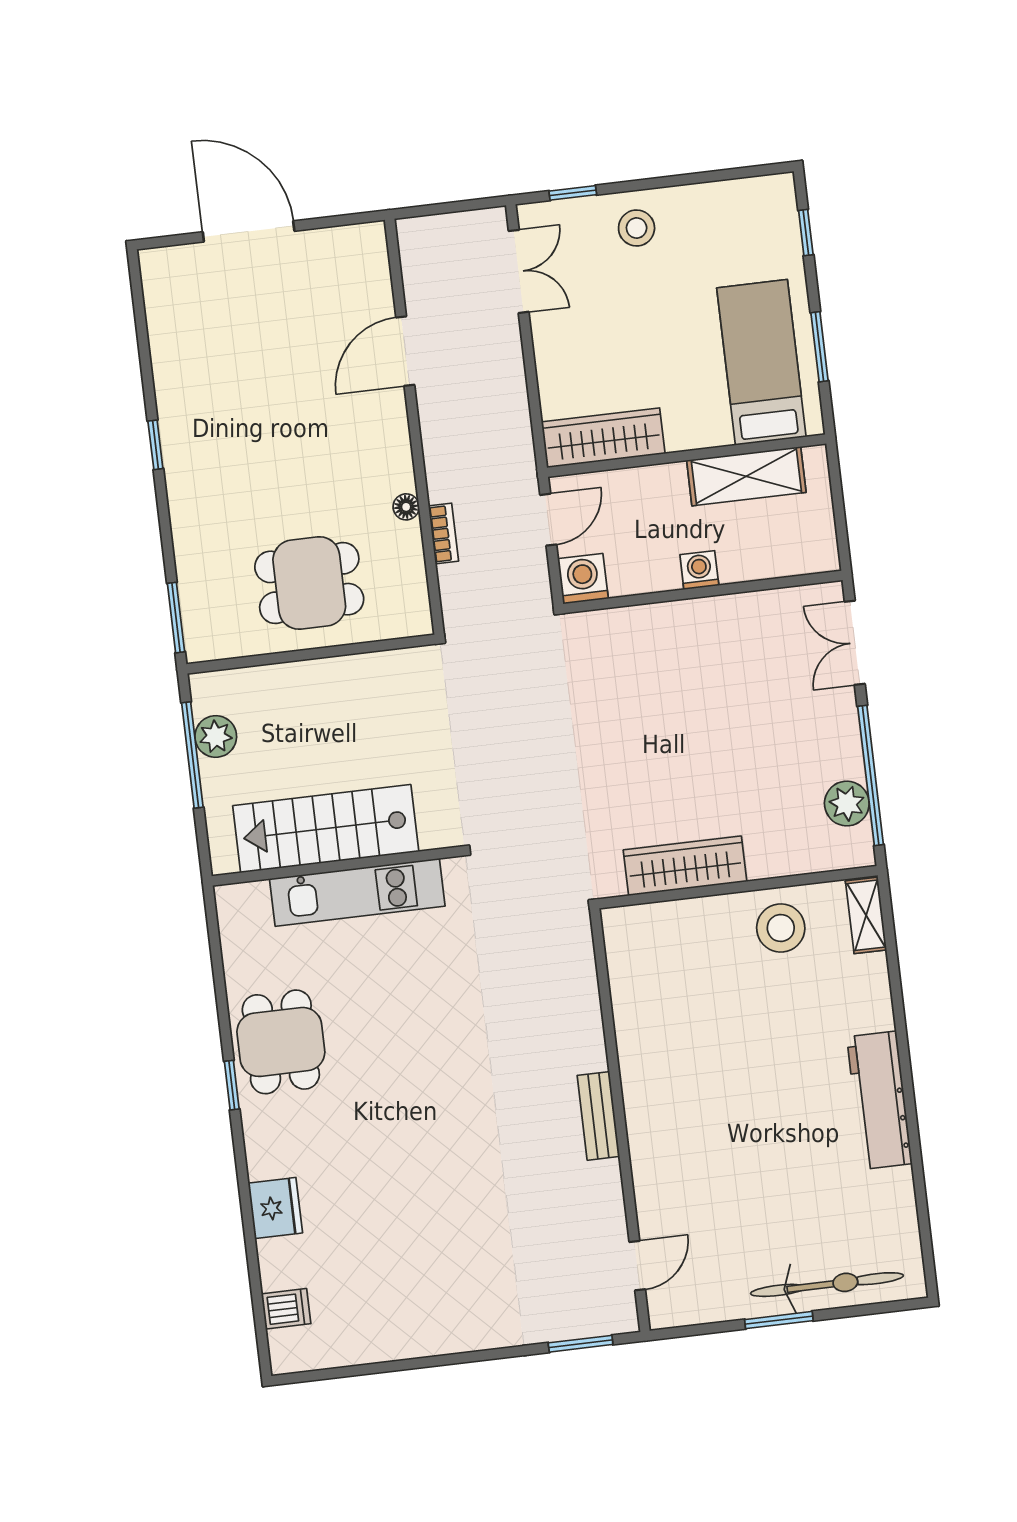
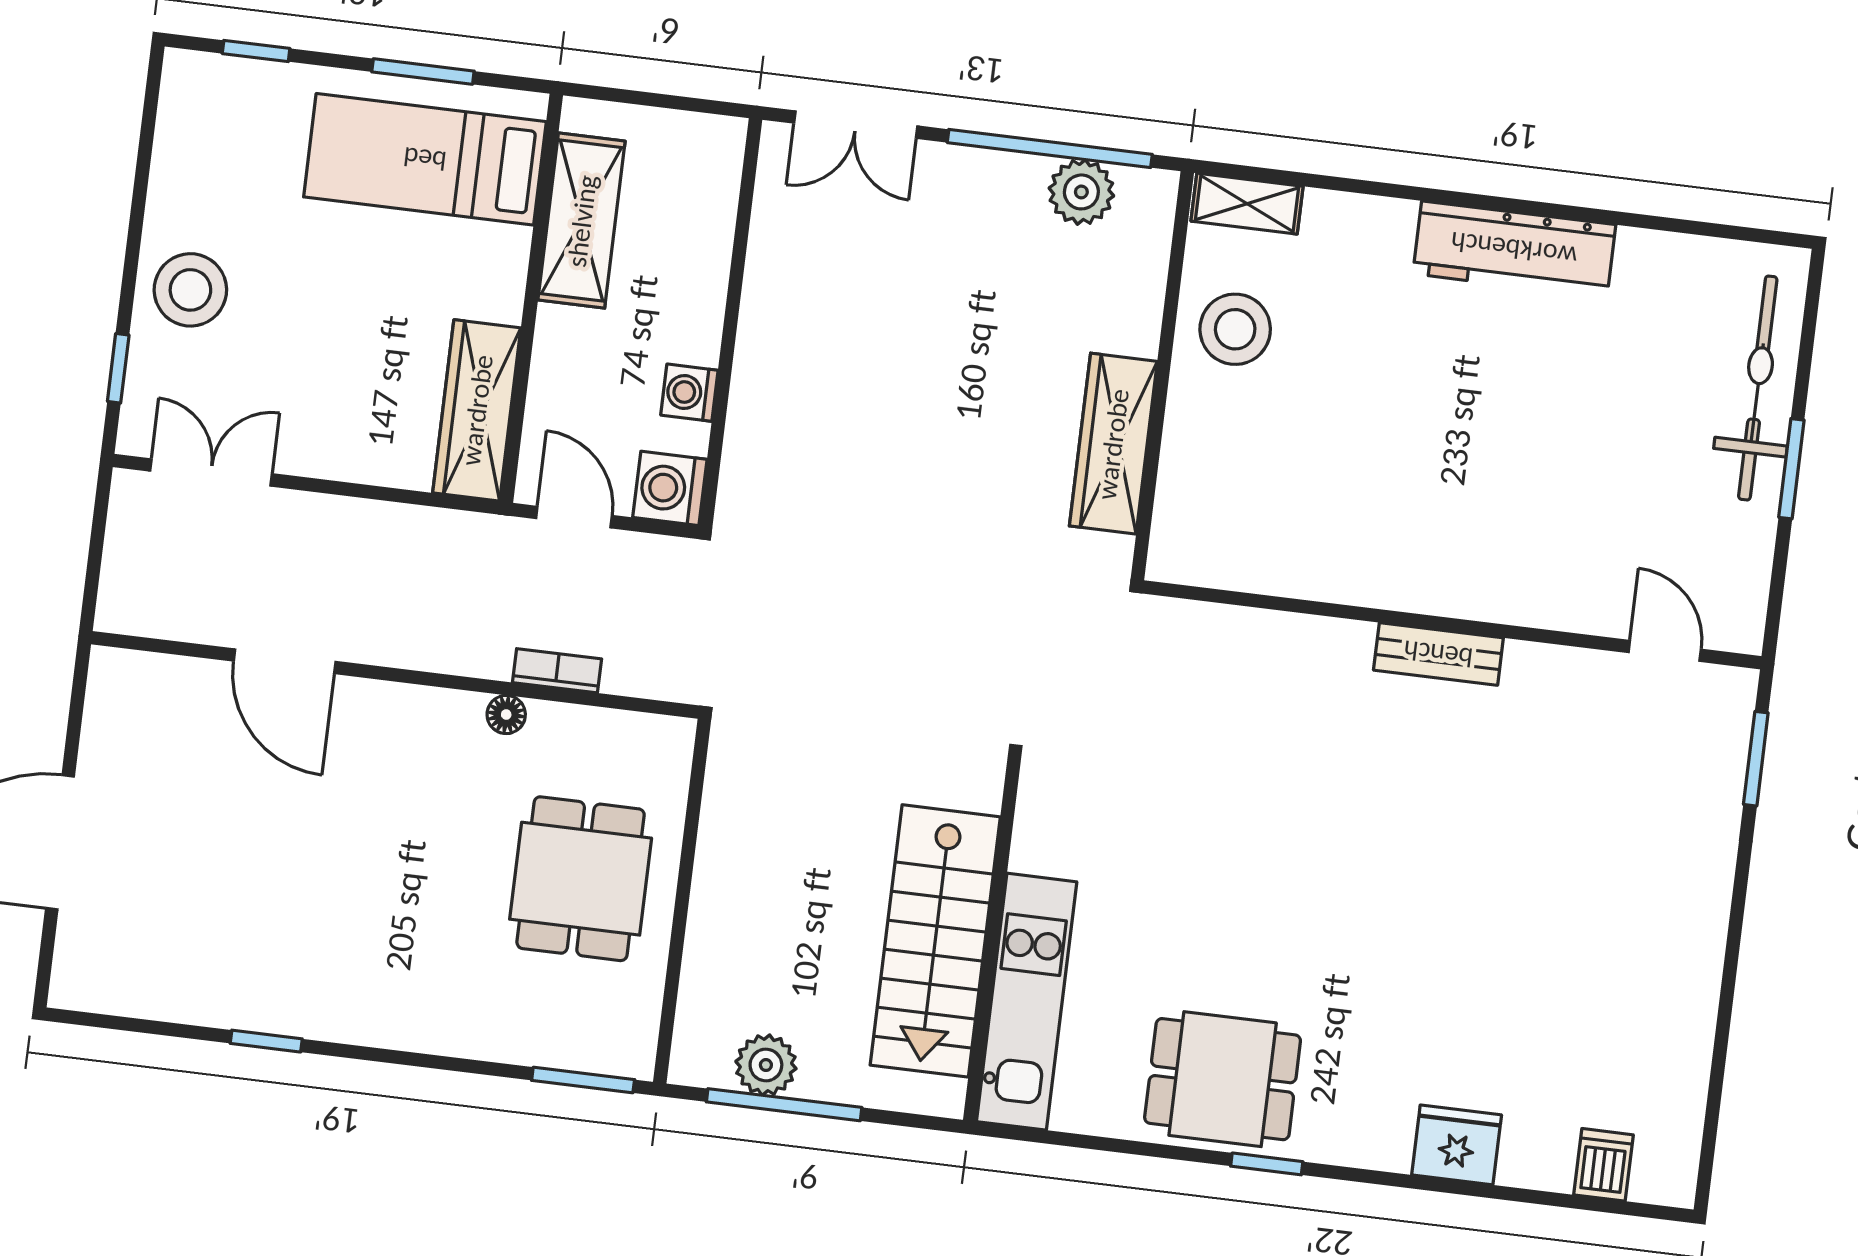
stool: (637, 228) -> (190, 290), width x1.38, depth x1.38
window: (155, 445) -> (266, 1041), moved
washing machine: (699, 570) -> (689, 393), moved
kitchen unit: (357, 892) -> (1027, 1002), moved

